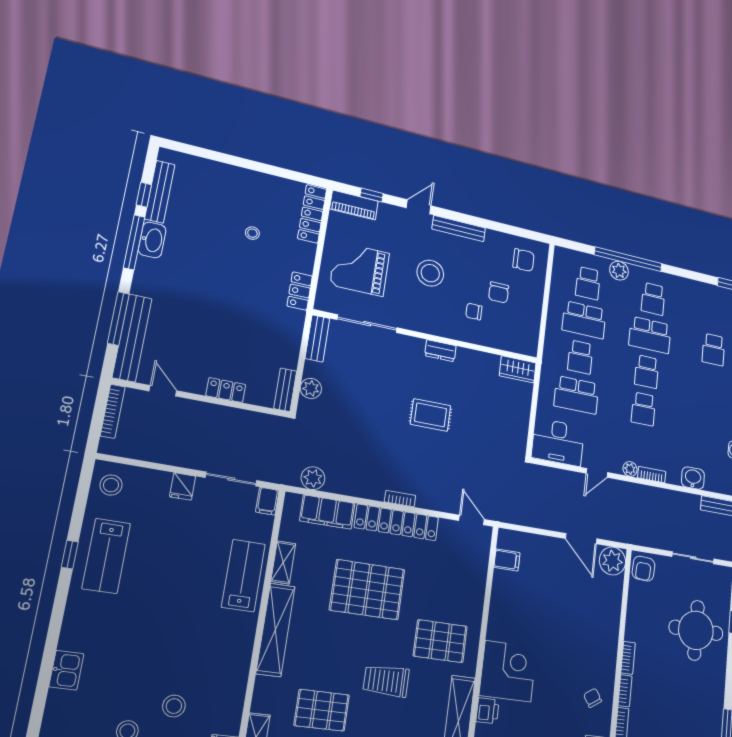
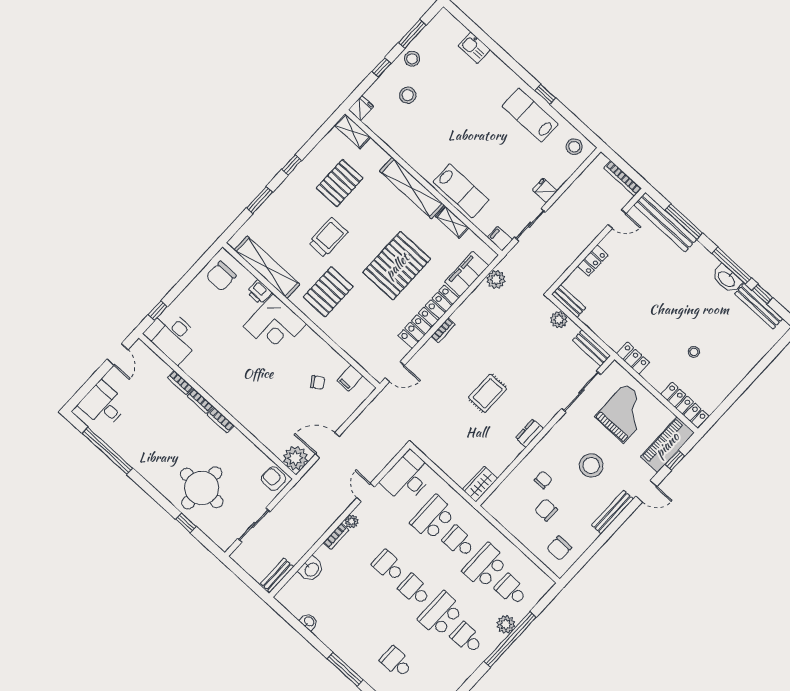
piano: (354, 205) -> (667, 445), width x1.37, depth x1.33
door: (419, 207) -> (646, 491), hinge flipped
chair: (593, 698) -> (318, 382), moved

